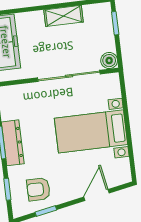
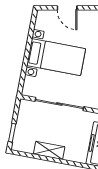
boiler: (109, 61) -> (25, 106), removed
door: (97, 195) -> (67, 8), hinge flipped

